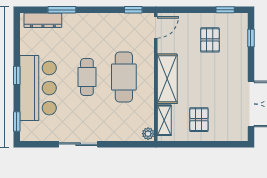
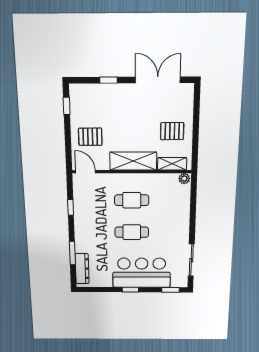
window: (133, 10) -> (71, 207), moved
window: (251, 38) -> (109, 80), moved
pallet: (210, 40) -> (90, 137), moved
cafe table: (124, 77) -> (132, 200), width x0.73, depth x0.74
sliding door: (78, 144) -> (191, 260), moved

